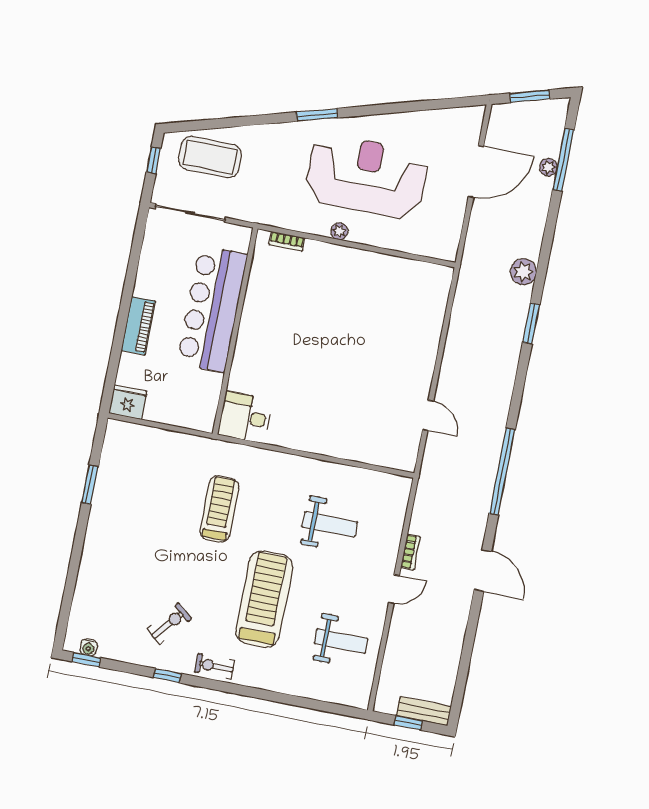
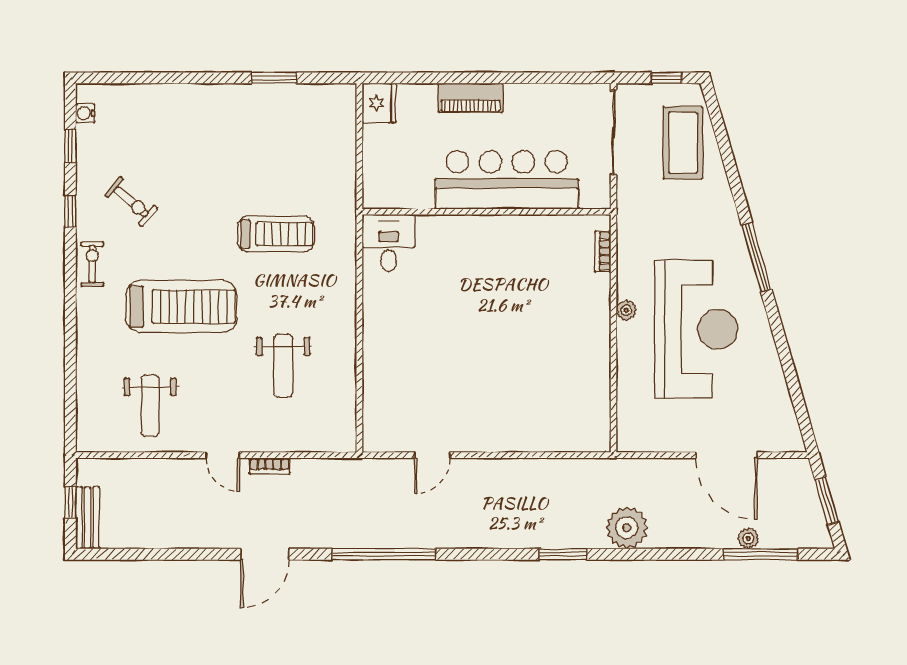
window: (317, 115) -> (757, 257), width x1.44
plant: (523, 272) -> (627, 528), width x1.36, depth x1.36
window: (86, 660) -> (70, 146), moved

